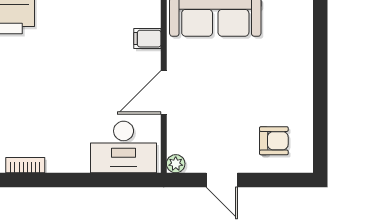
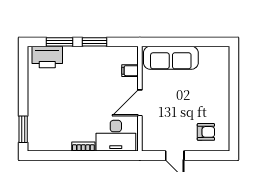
plant: (176, 164) -> (147, 146), removed
bookcase: (25, 165) -> (83, 147), moved

